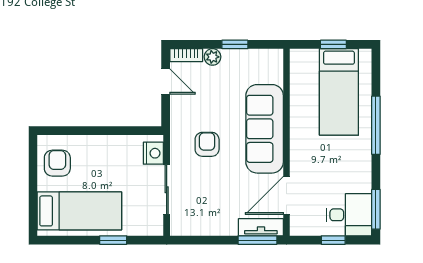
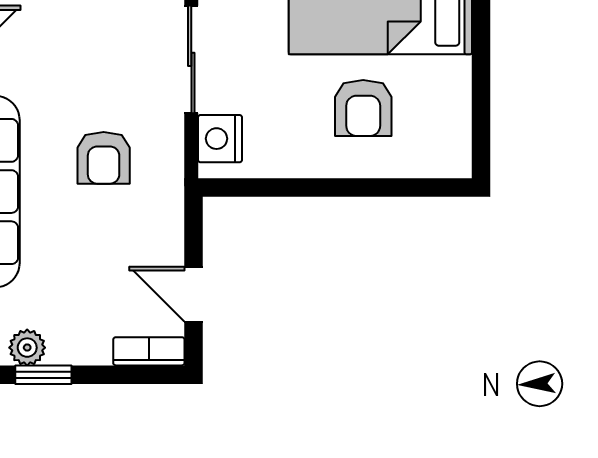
plant: (213, 57) -> (27, 348), moved
armchair: (57, 163) -> (363, 108), moved

